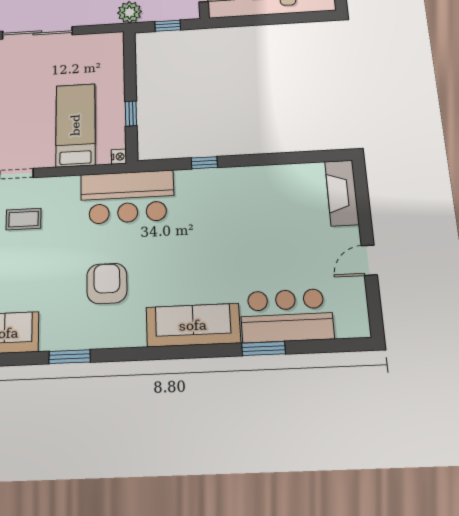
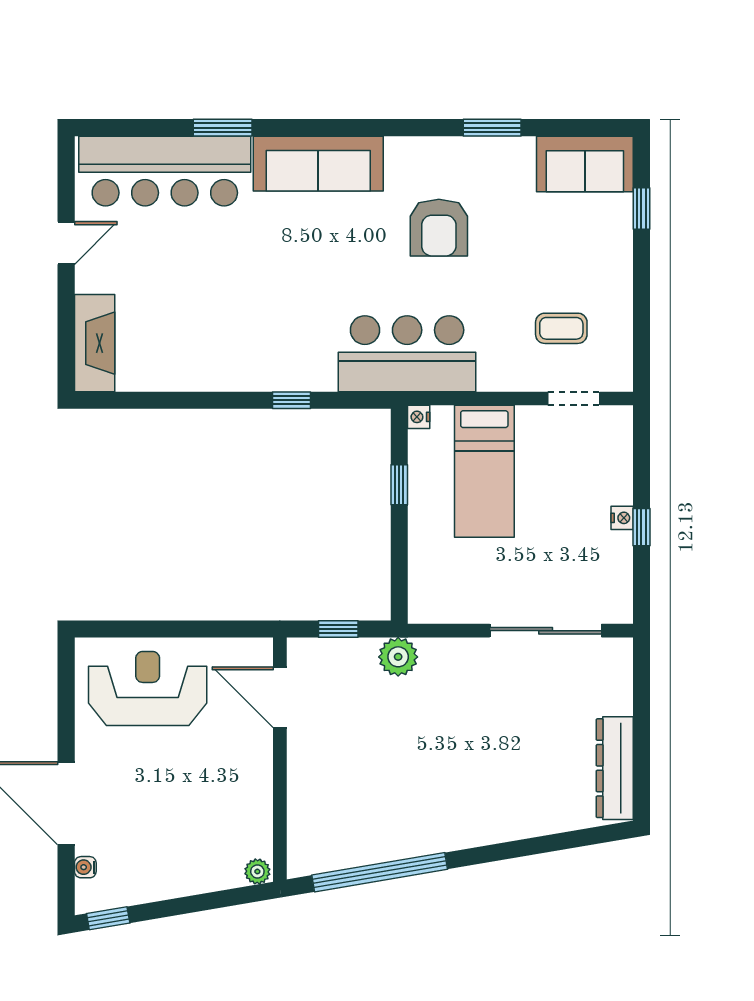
bar counter: (287, 316) -> (165, 171), width x1.36

